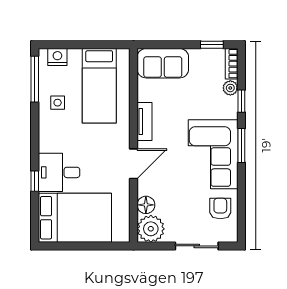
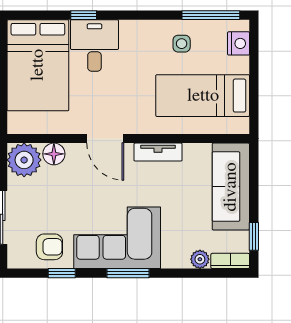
sofa: (163, 63) -> (231, 187), width x1.36
window: (241, 101) -> (62, 273), moved

